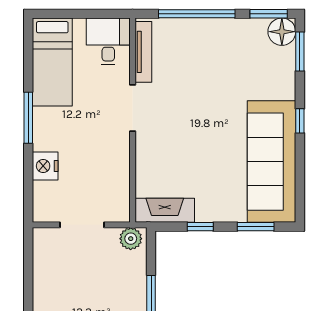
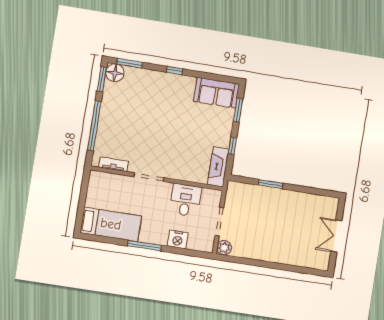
desk: (108, 41) -> (186, 200), moved, turned 90
tv unit: (143, 52) -> (114, 164), width x0.71
sofa: (271, 162) -> (216, 93), width x0.54, depth x0.79
plant: (131, 239) -> (224, 248), moved

